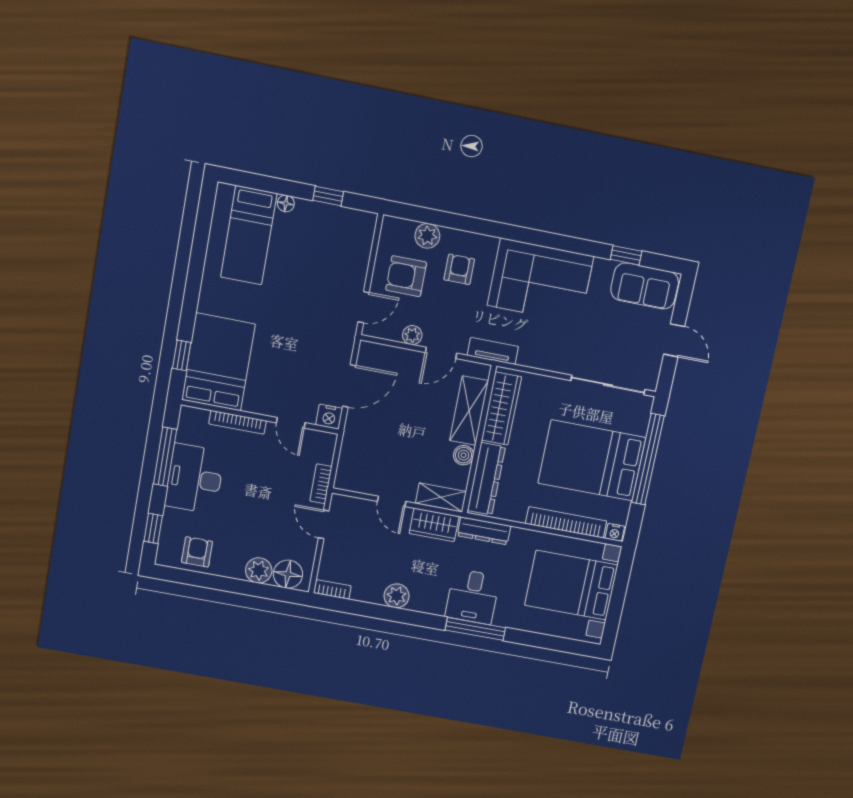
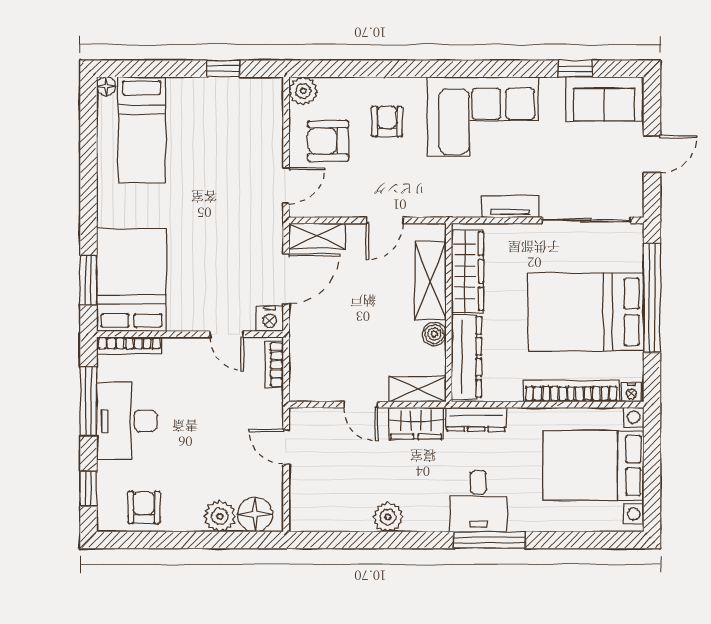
floor lamp: (286, 203) -> (106, 86), moved
plant: (427, 236) -> (303, 91), moved
plant: (412, 335) -> (348, 206), removed
door: (674, 340) -> (652, 154), hinge flipped
tv unit: (493, 351) -> (510, 207), moved
window: (182, 355) -> (88, 280), width x1.50
shelving: (382, 355) -> (317, 236), added
bookcase: (238, 422) -> (129, 345), moved
bookcase: (321, 484) -> (274, 365), moved
bookcase: (332, 589) -> (310, 523), removed

